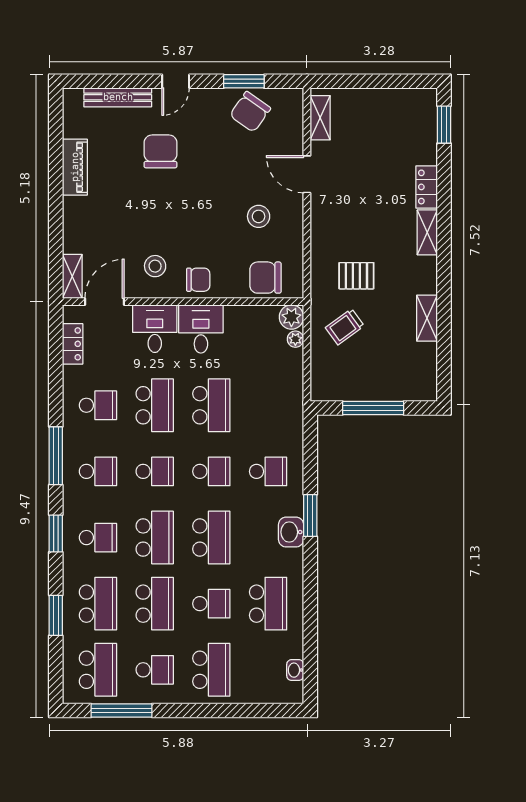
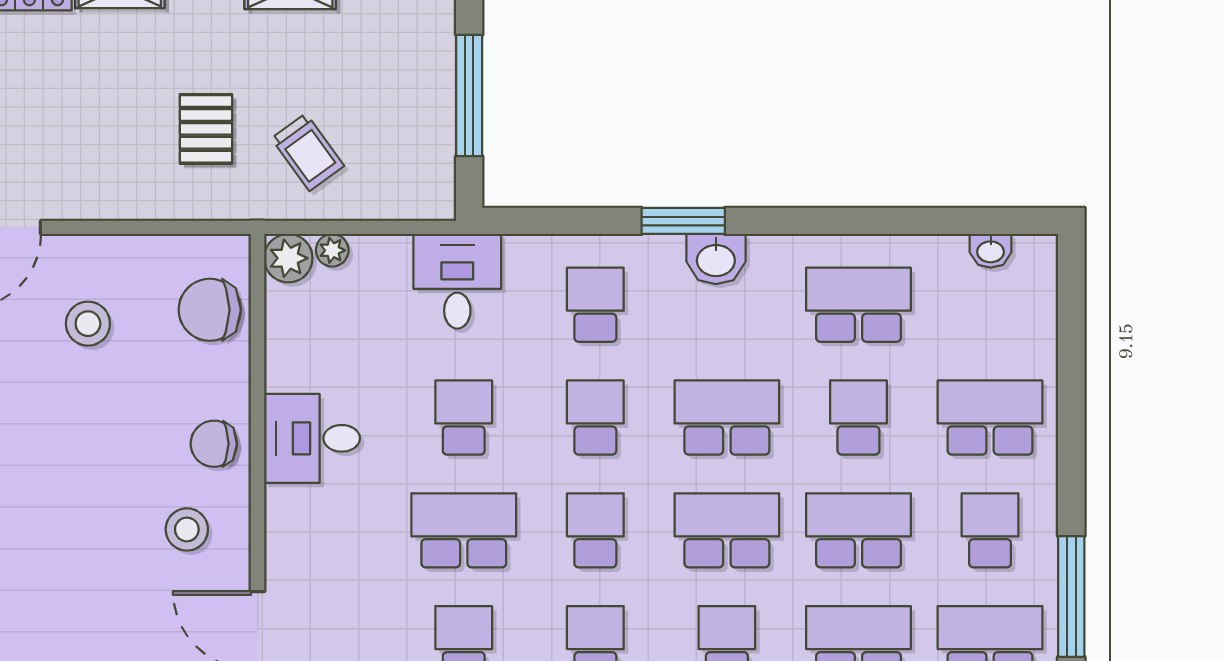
chair: (266, 278) -> (210, 310), turned 90
chair: (198, 280) -> (214, 444), turned -89
desk: (155, 329) -> (457, 281), moved, turned 90
school desk: (211, 405) -> (464, 418), width x0.54

